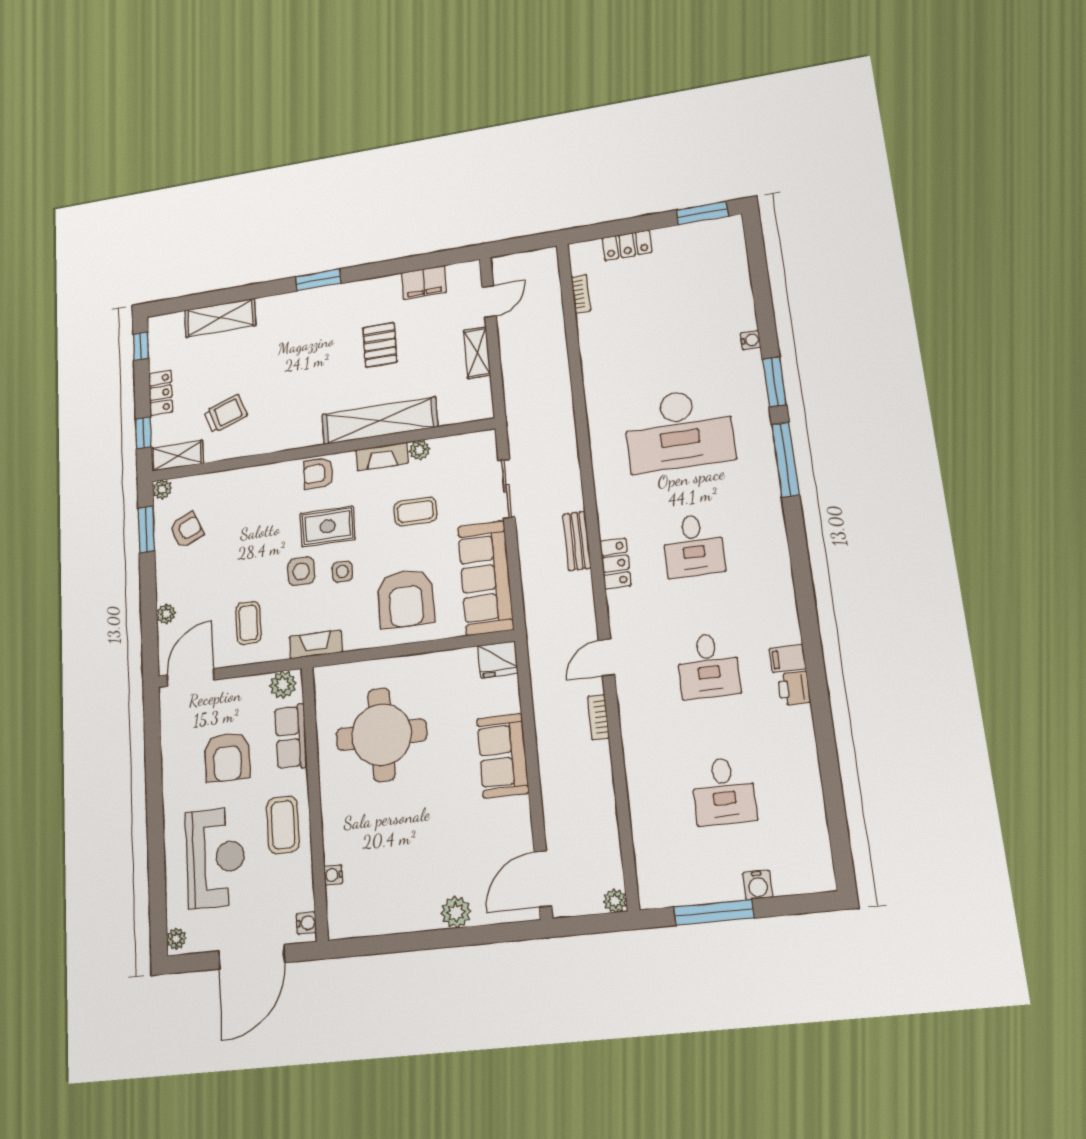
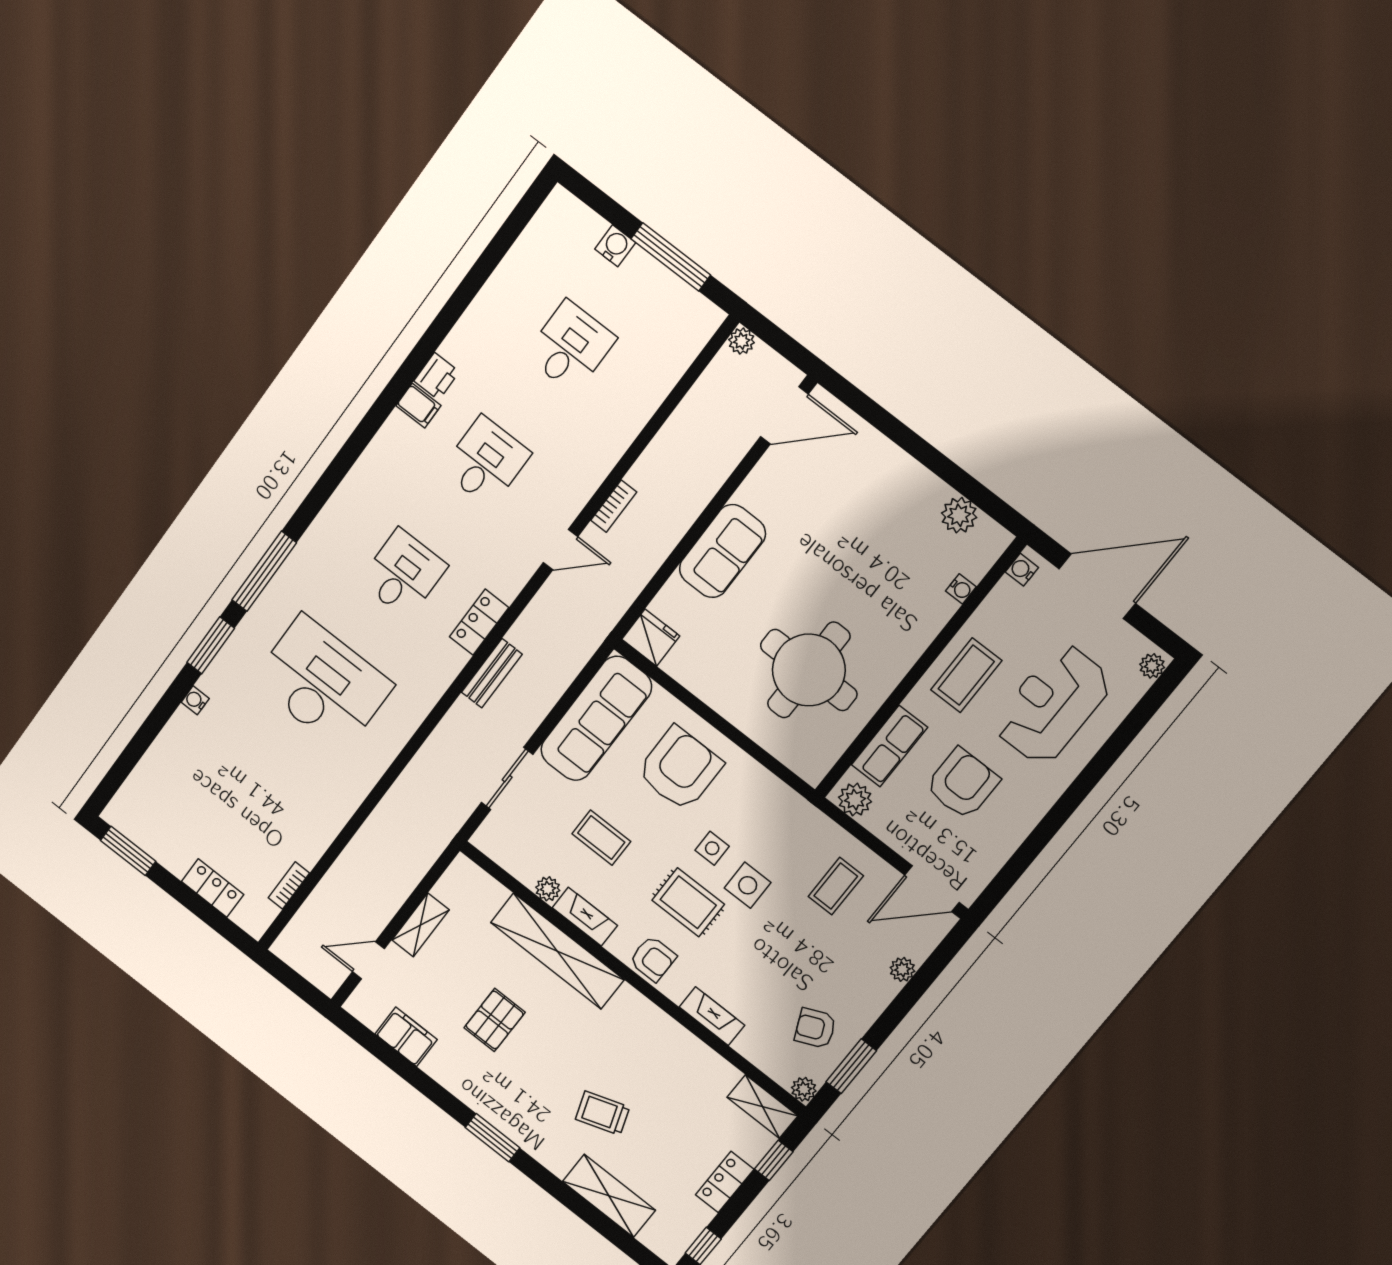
trolley: (226, 414) -> (603, 1113), moved
fireplace: (316, 644) -> (712, 1016), moved, turned 180
plant: (456, 912) -> (959, 515), moved

